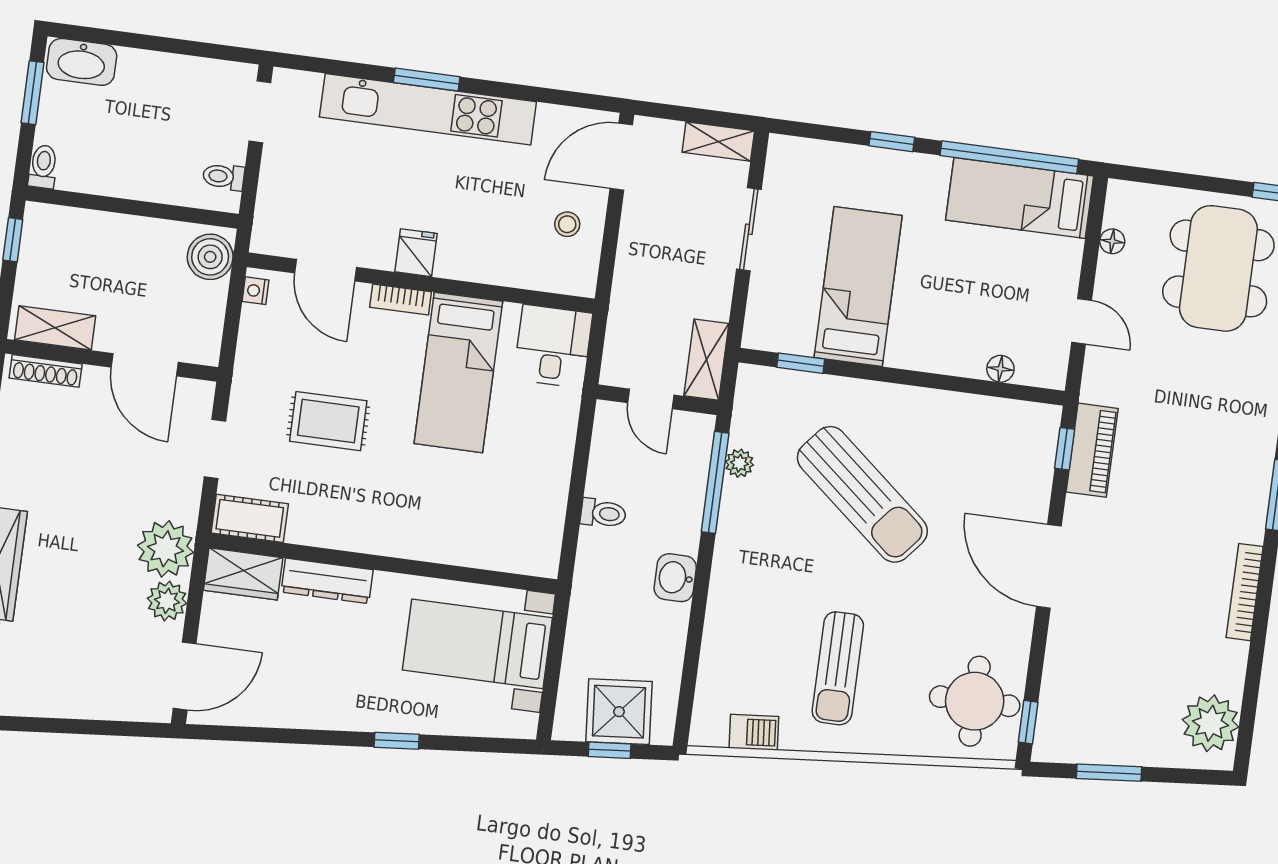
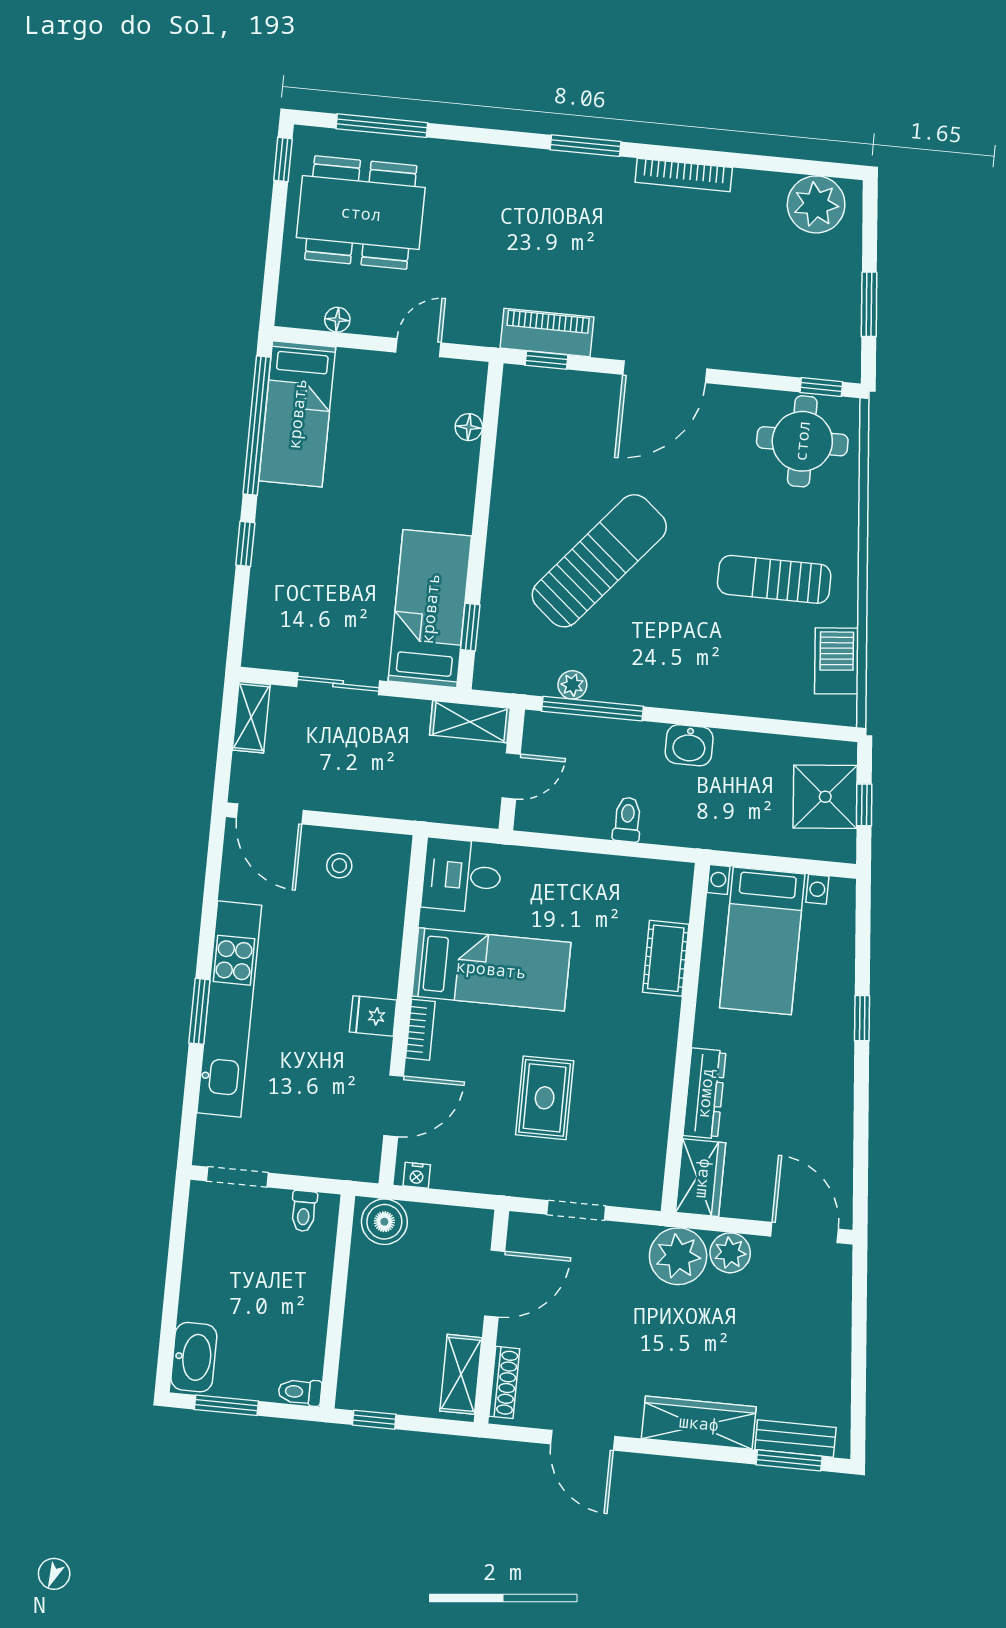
bed: (858, 287) -> (430, 609), moved, turned 90
cot: (250, 518) -> (666, 958), moved
sun lounger: (838, 668) -> (774, 579), turned 180
barbecue: (754, 732) -> (837, 661), width x1.38, depth x1.27

